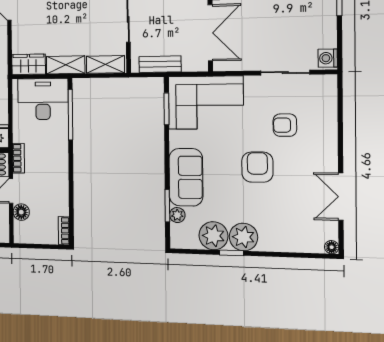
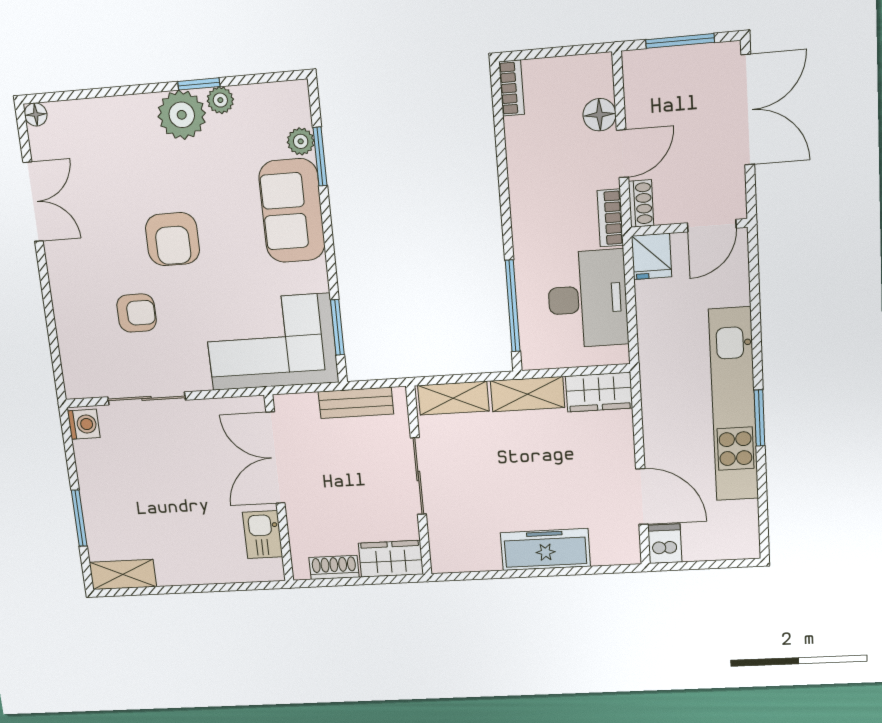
desk: (43, 99) -> (588, 299), moved, turned -90
plant: (213, 236) -> (220, 100), width x0.53, depth x0.53

